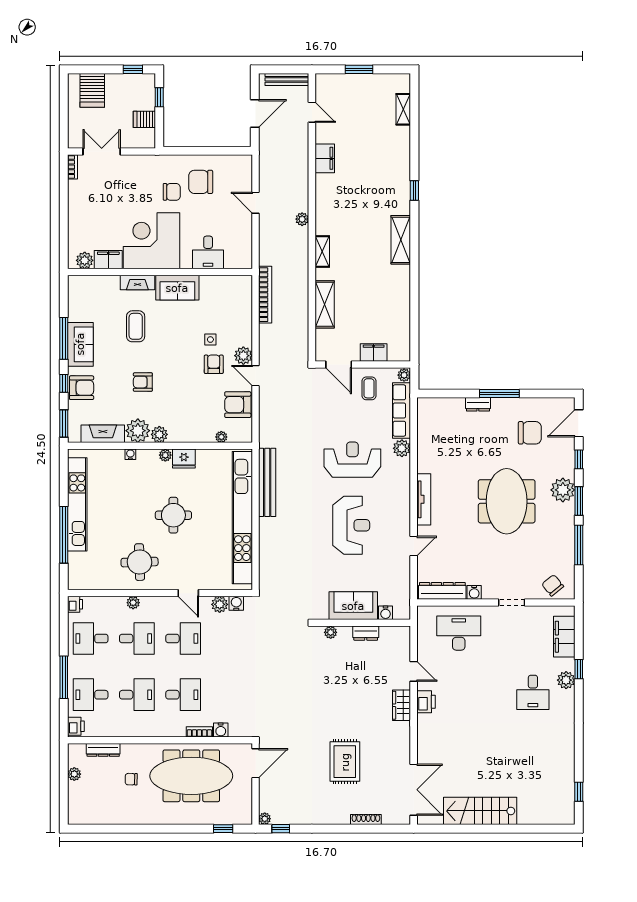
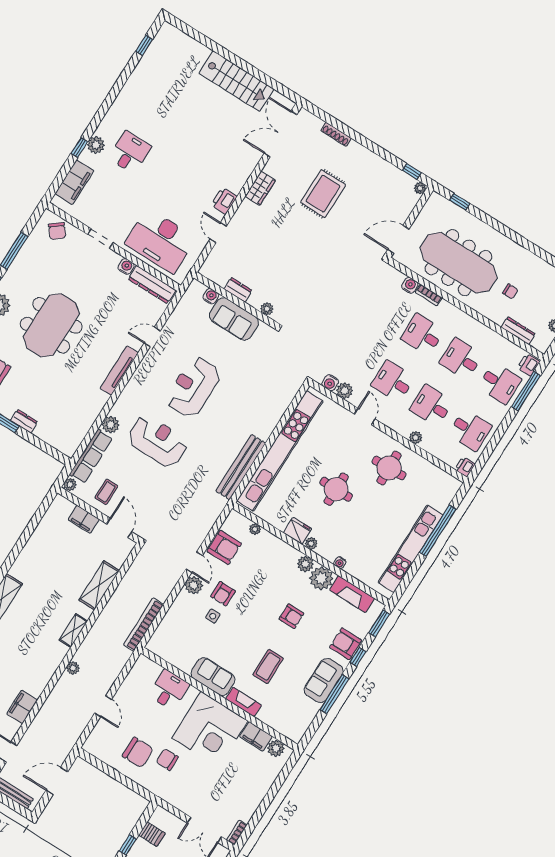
reception desk: (352, 460) -> (158, 441), turned 180
desk: (459, 633) -> (161, 241), width x1.36, depth x1.30
window: (64, 677) -> (526, 391), moved
wardrobe: (402, 705) -> (260, 188), moved

